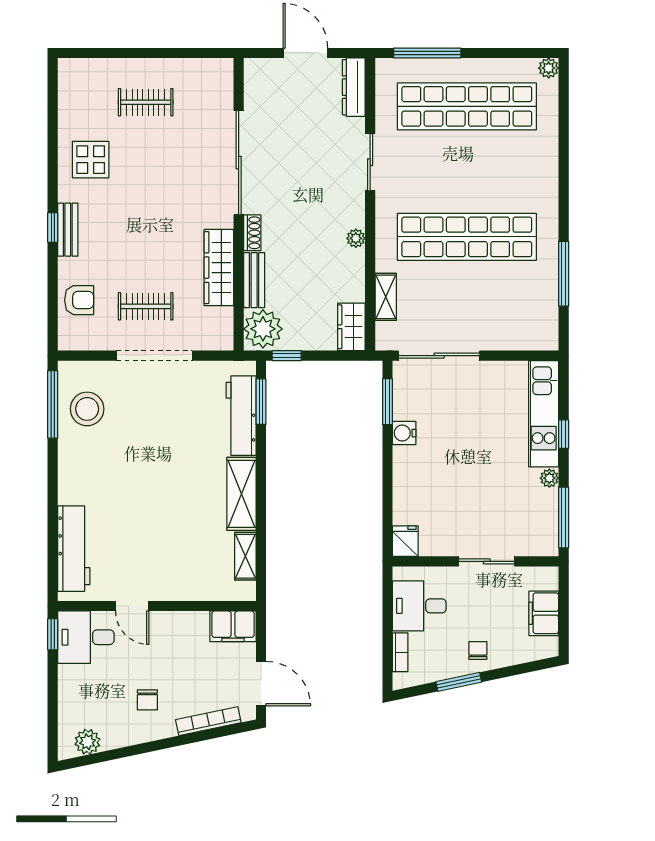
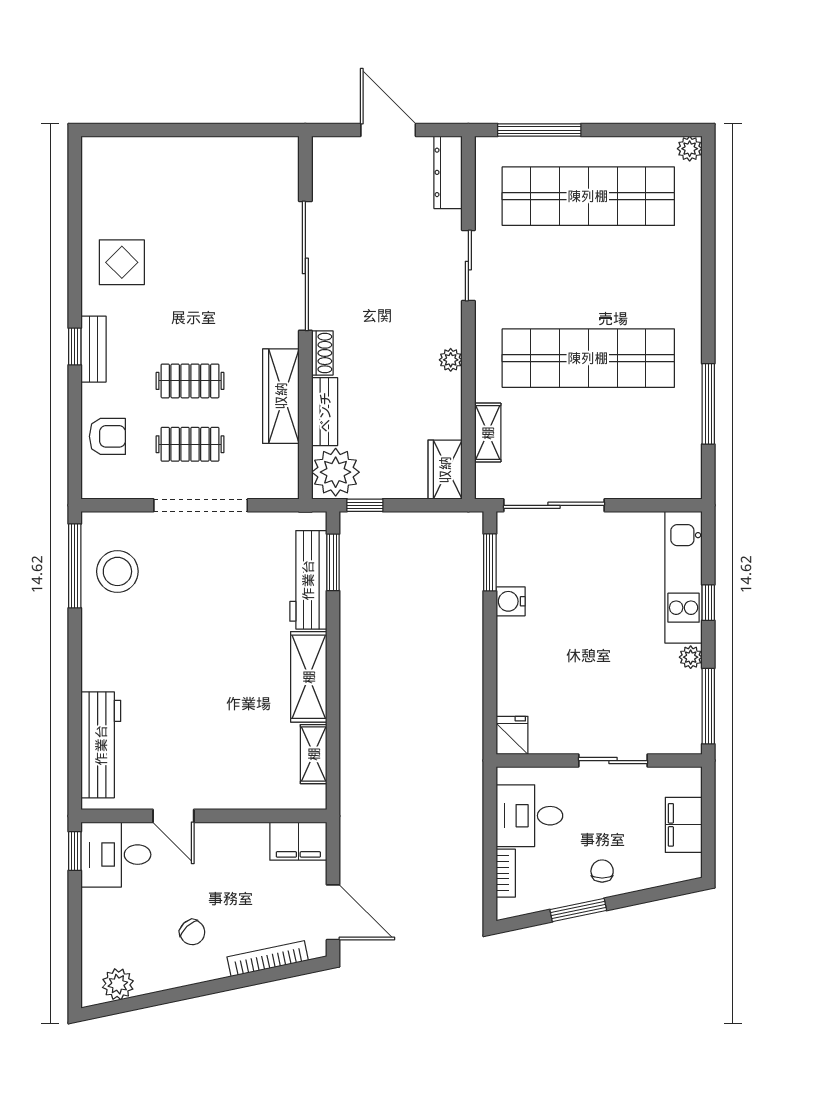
clothes rail: (146, 102) -> (190, 381), moved
chair: (147, 700) -> (192, 932), turned -43

